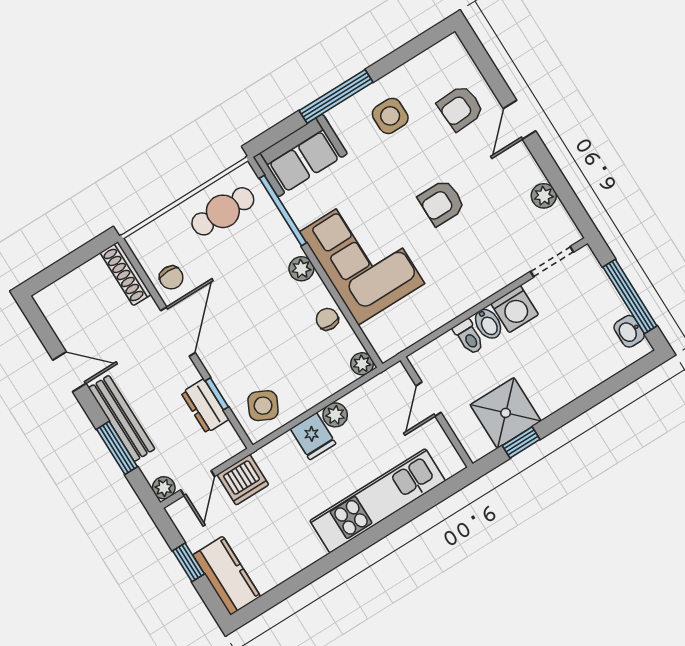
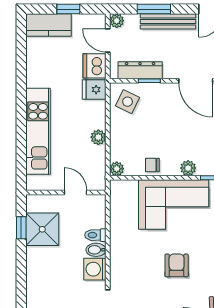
chair: (327, 319) -> (152, 165), turned 180
dresser: (205, 406) -> (140, 70), width x1.44
fridge: (313, 436) -> (94, 90), moved

